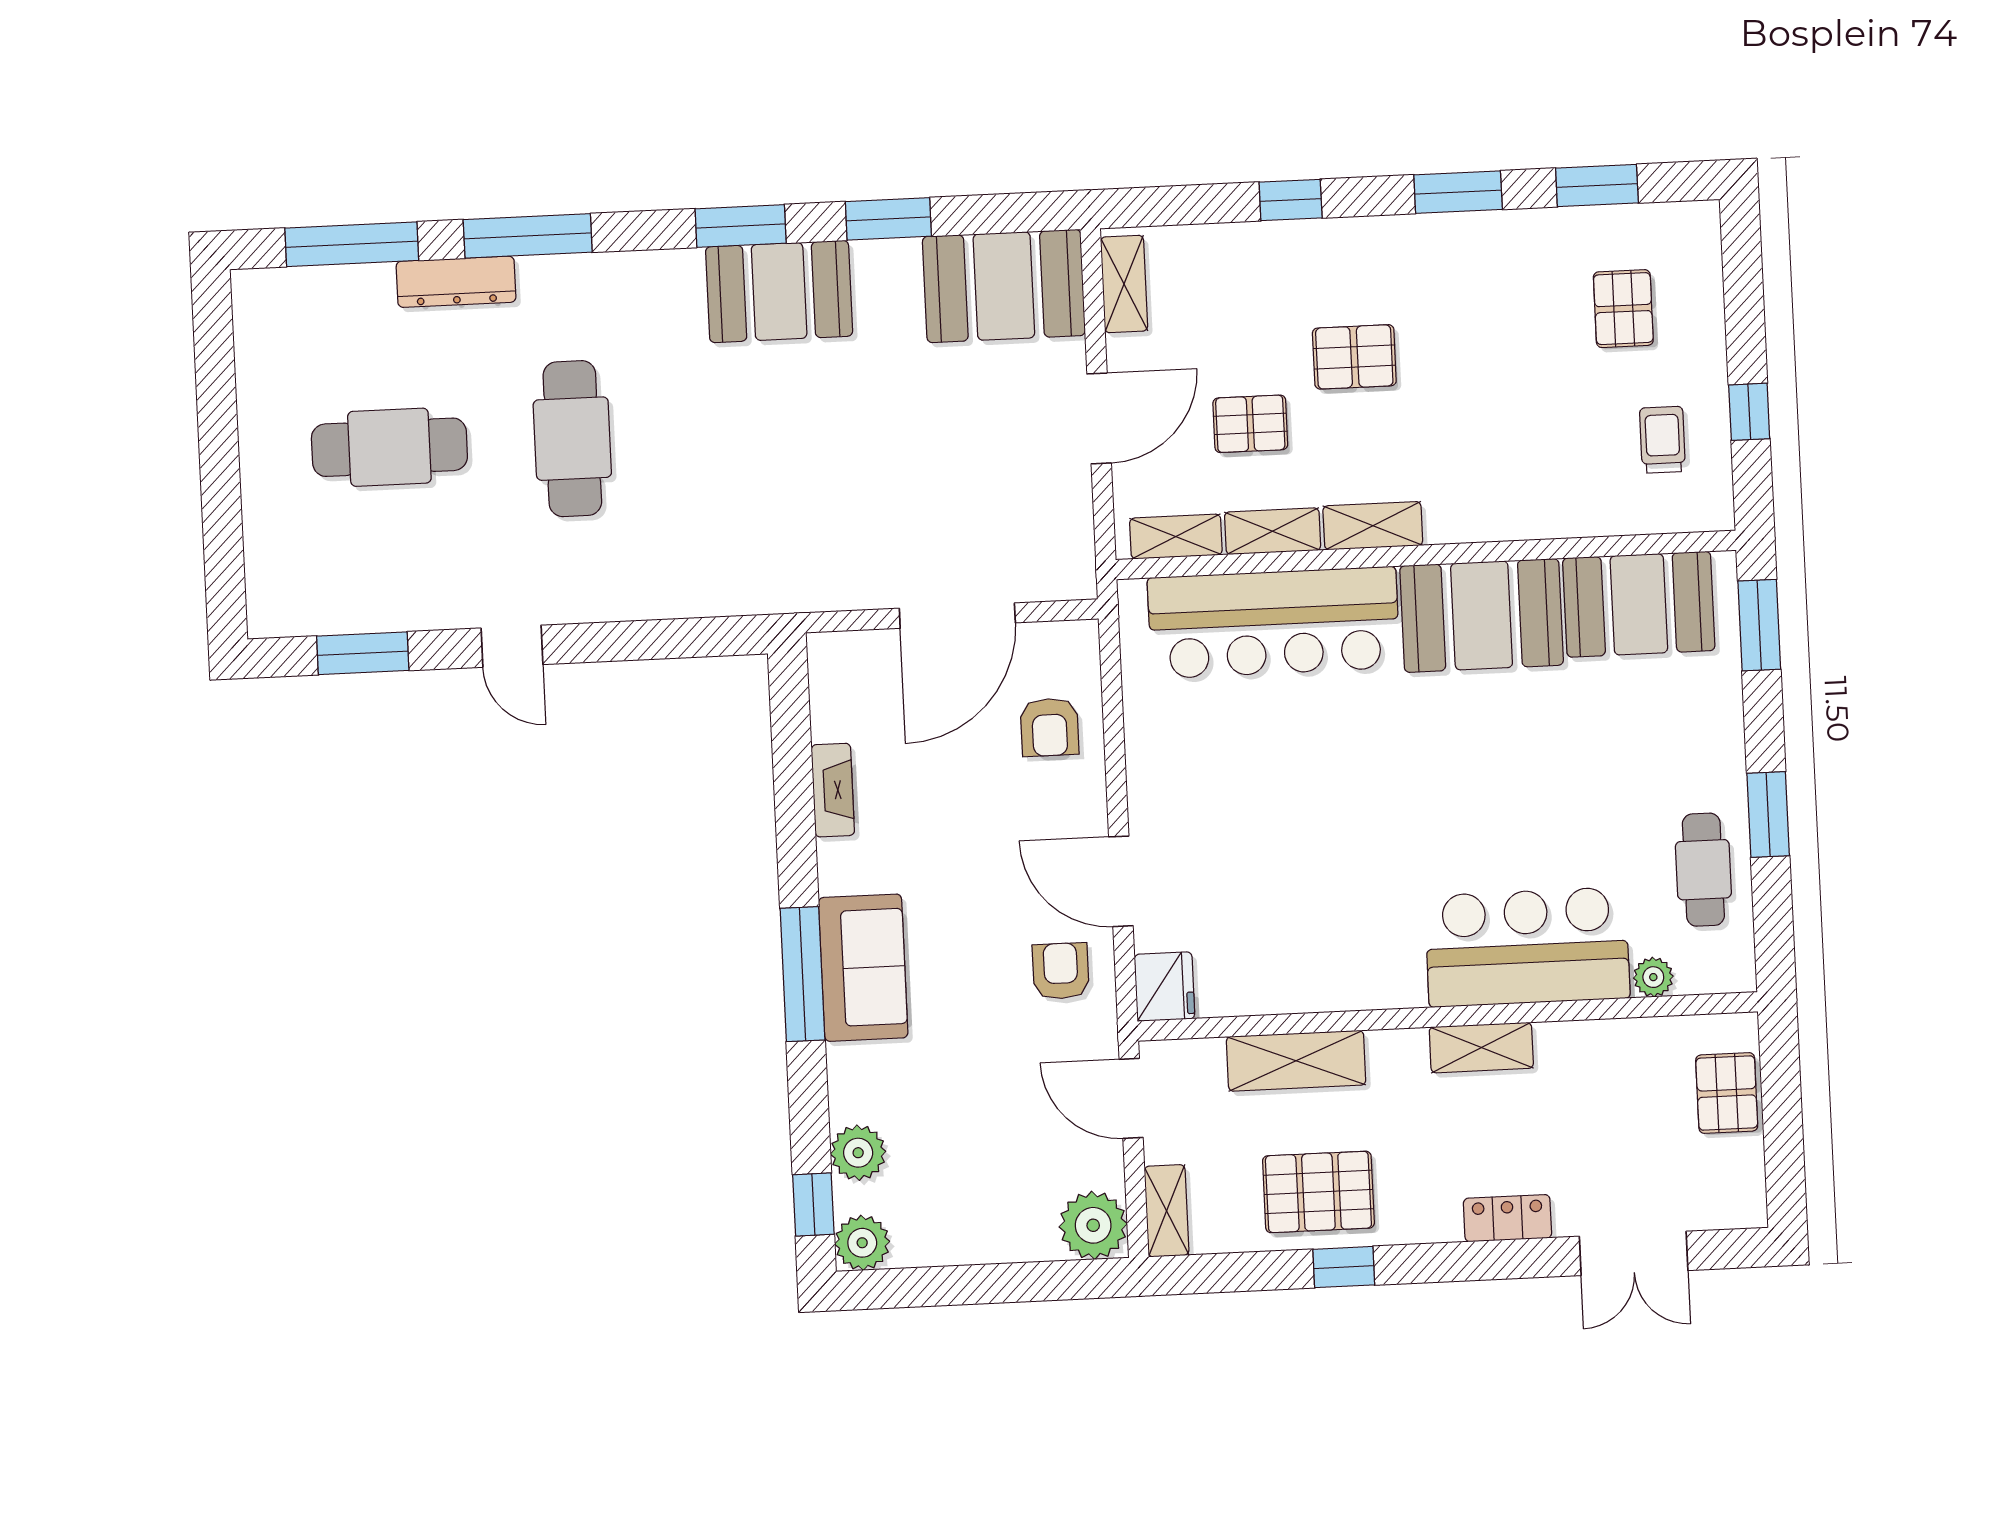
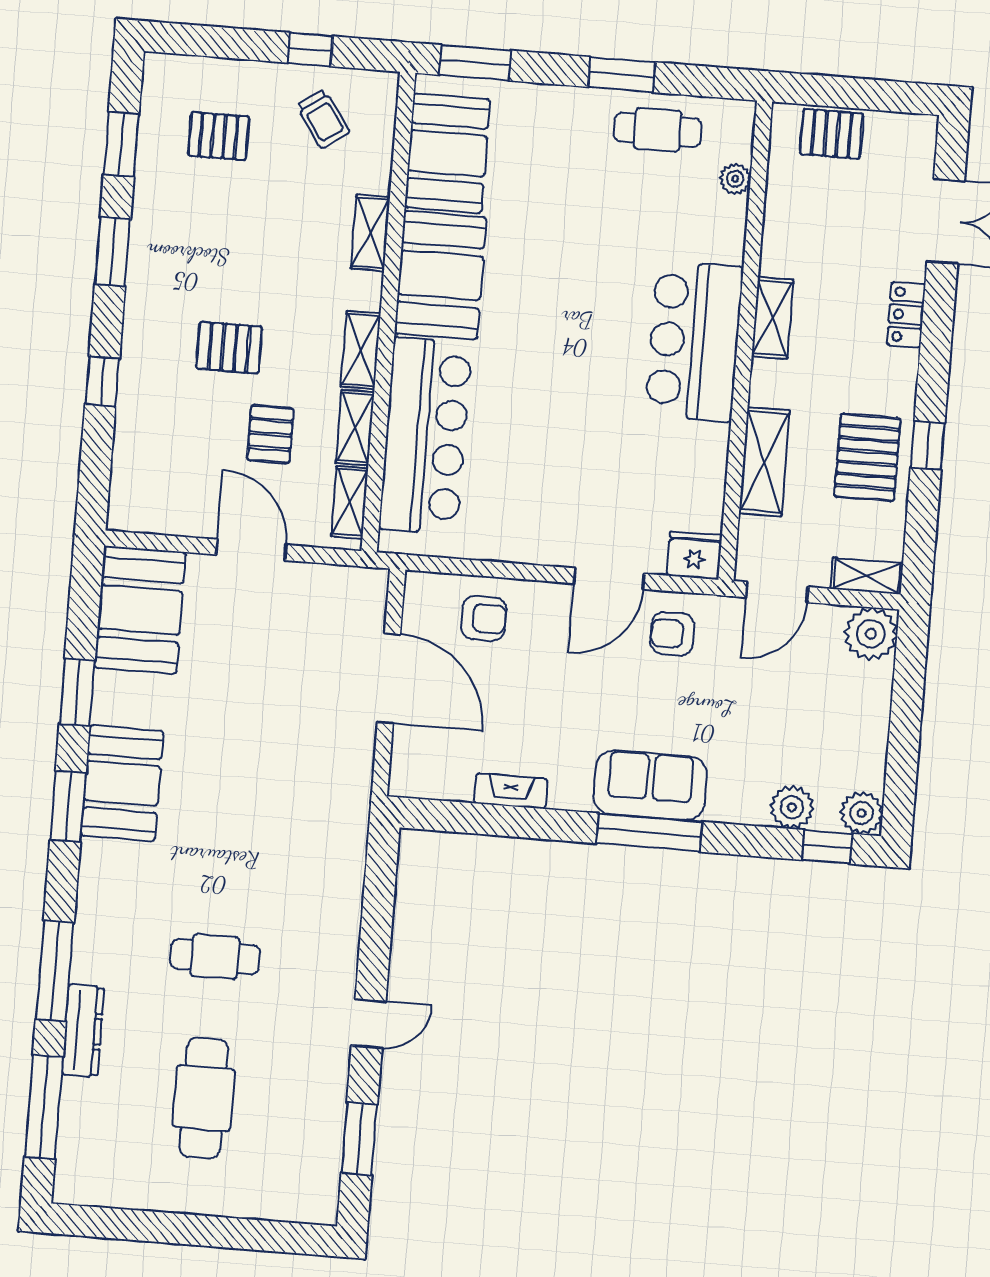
shelving: (1124, 284) -> (371, 233), moved, turned 90
pallet: (1354, 357) -> (229, 348), turned 90
cafe table: (572, 439) -> (215, 957), width x0.73, depth x0.74
trolley: (1663, 440) -> (323, 119), turned -125
bar counter: (1527, 947) -> (694, 341), moved

